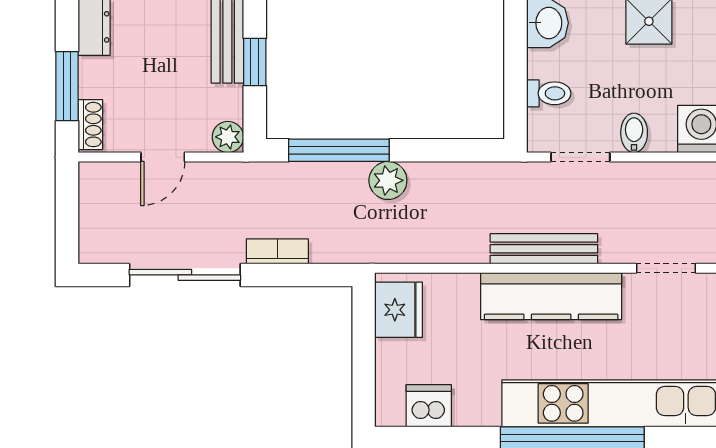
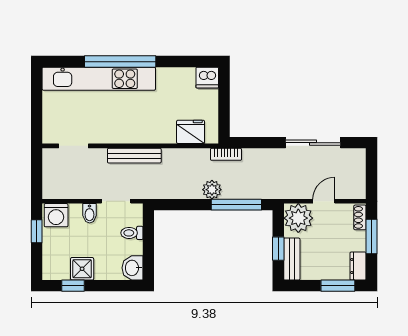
plant: (228, 137) -> (298, 218), width x1.87, depth x1.87
bookcase: (277, 251) -> (226, 154), moved
kitchen counter: (551, 296) -> (131, 132), removed
fridge: (399, 310) -> (191, 132), moved, turned 90
dishwasher: (429, 406) -> (207, 78), moved

